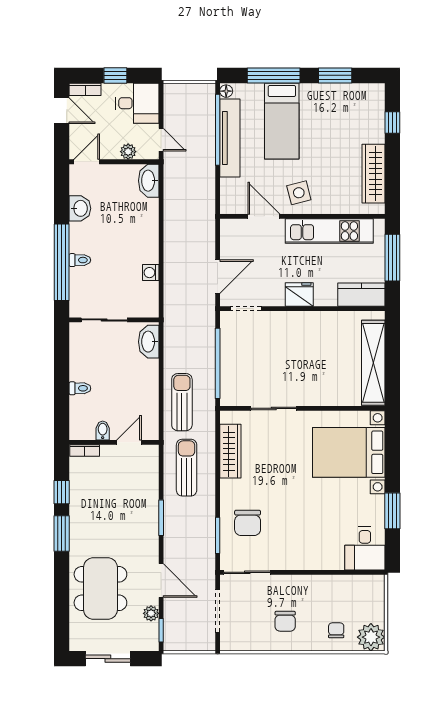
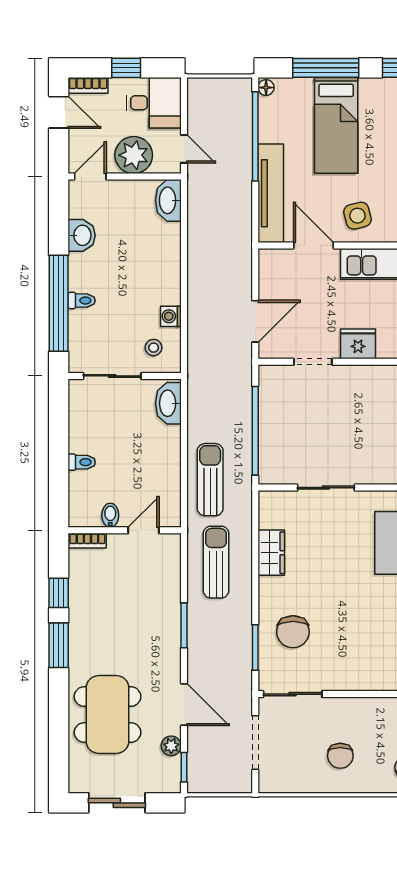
tv unit: (230, 138) -> (271, 193), moved
plant: (128, 152) -> (134, 155), width x1.88, depth x1.88
stool: (137, 297) -> (154, 348), added
doorway: (246, 309) -> (313, 362), moved
wardrobe: (230, 451) -> (271, 553), width x0.67

